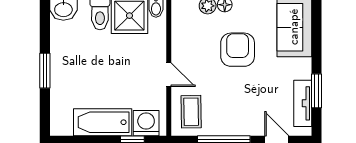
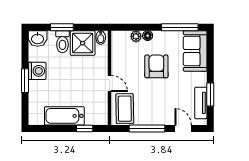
coffee table: (191, 112) -> (125, 109), width x1.36, depth x1.30
washing machine: (146, 123) -> (37, 71), moved, turned 90

